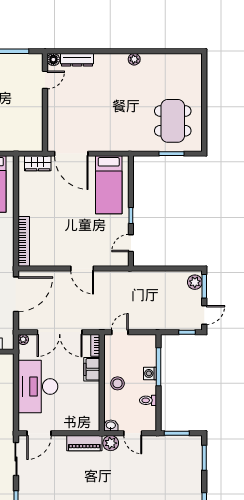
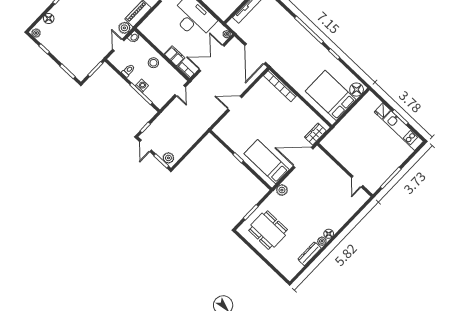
floor lamp: (53, 60) -> (329, 234), moved
dresser: (77, 60) -> (309, 254), moved
plant: (122, 144) -> (282, 190), added
door: (131, 243) -> (223, 143), removed
door: (133, 433) -> (118, 45), hinge flipped

